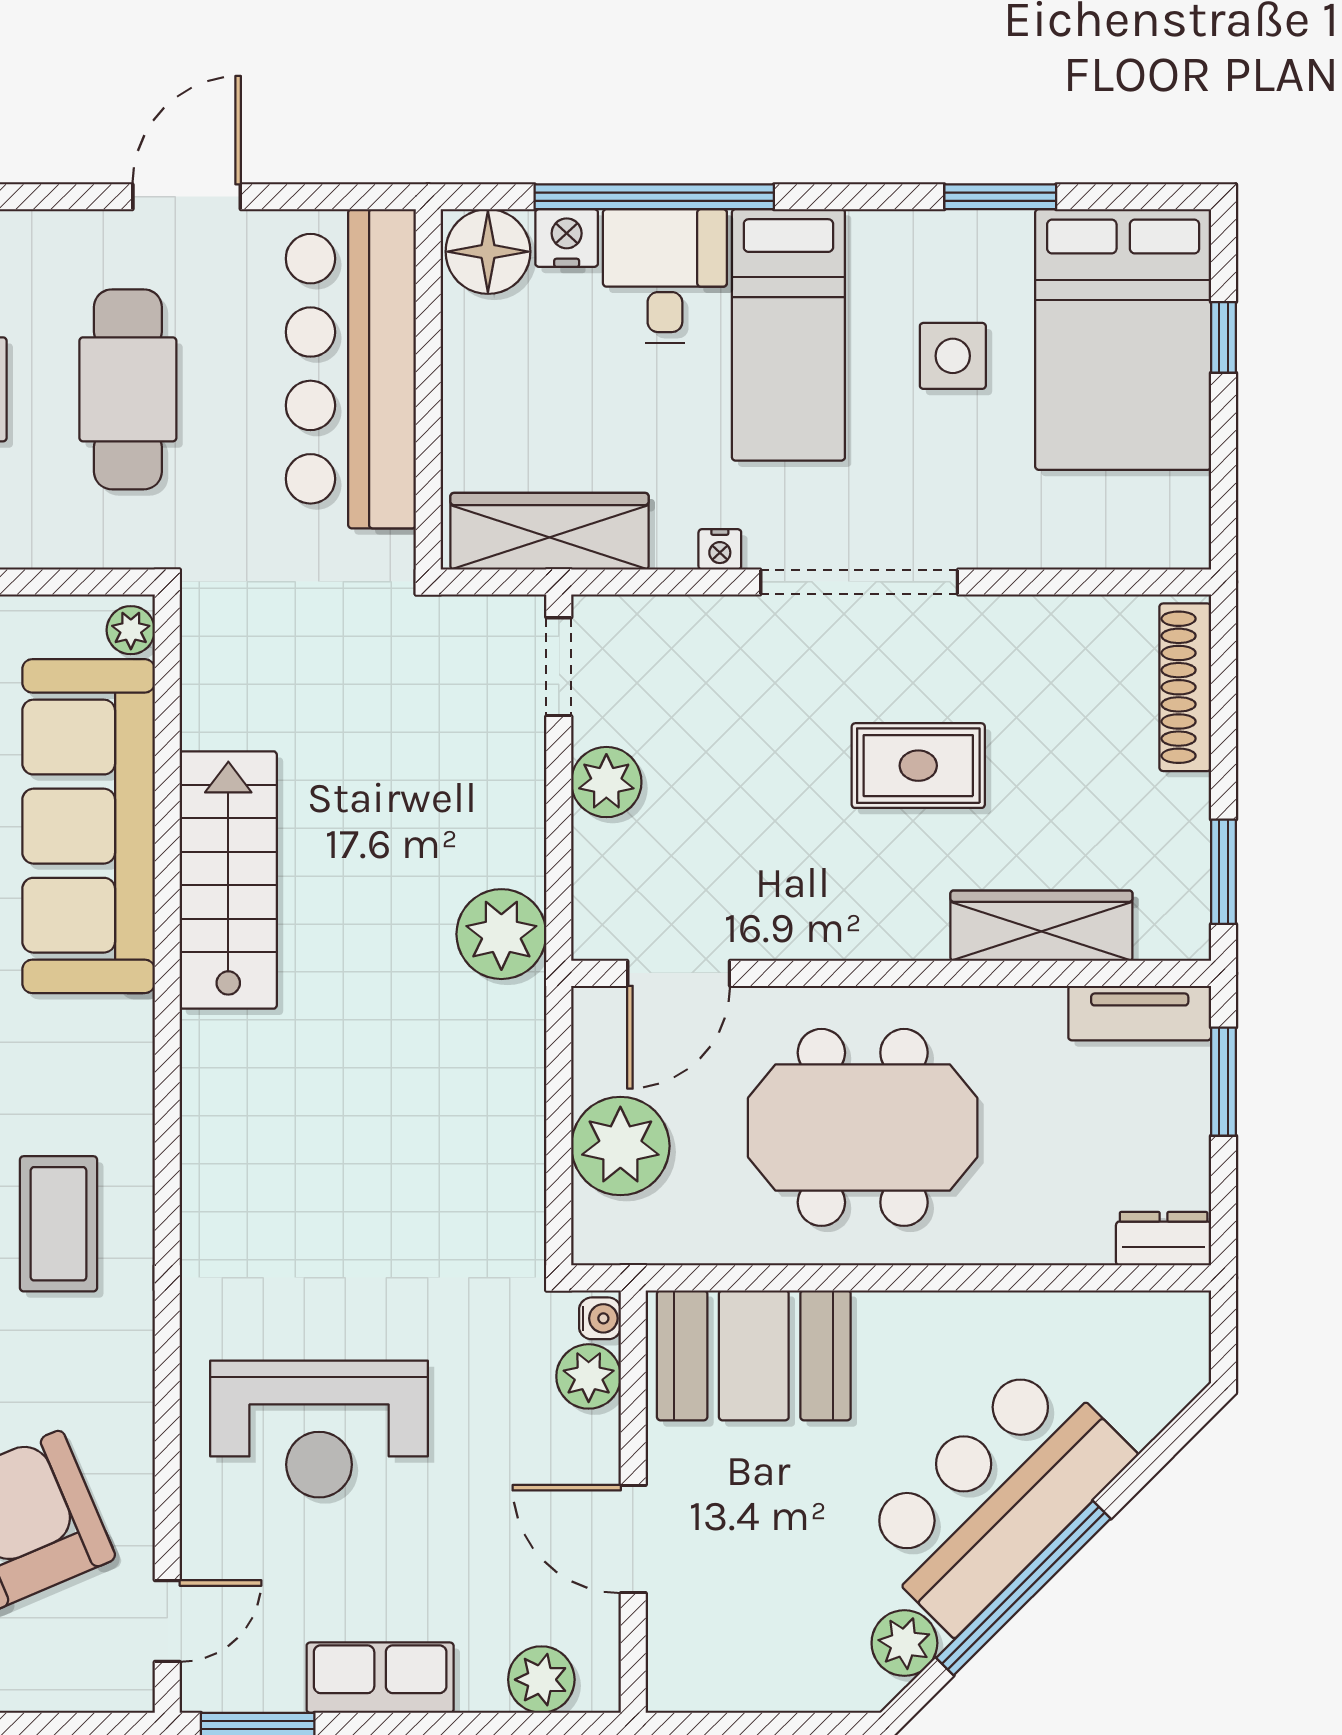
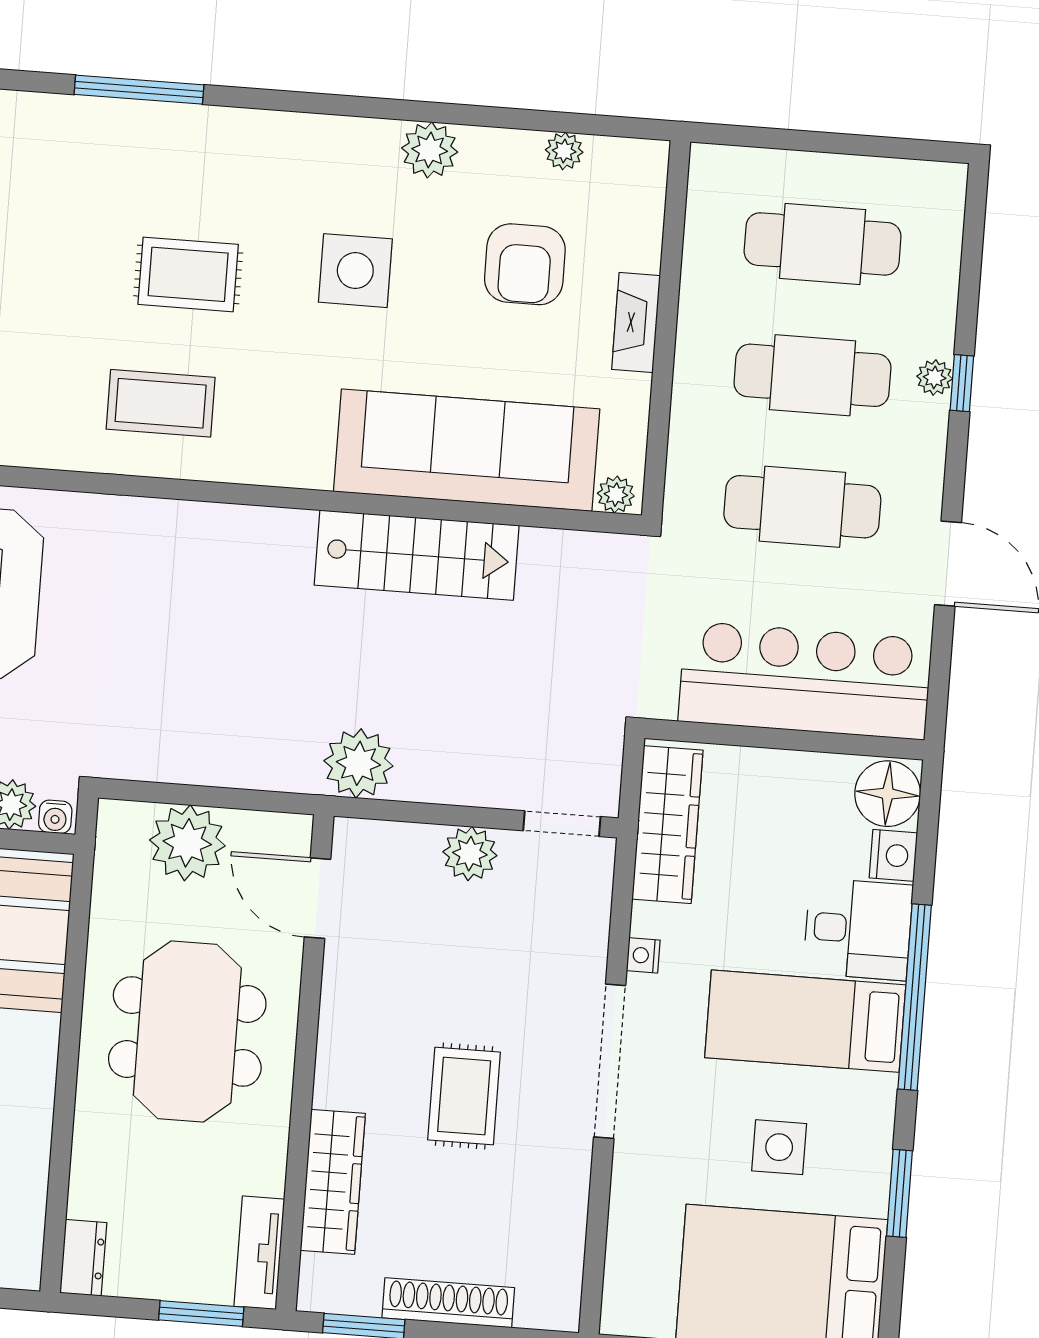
window: (654, 197) -> (915, 997), moved
shoe rack: (1185, 687) -> (448, 1303), moved

